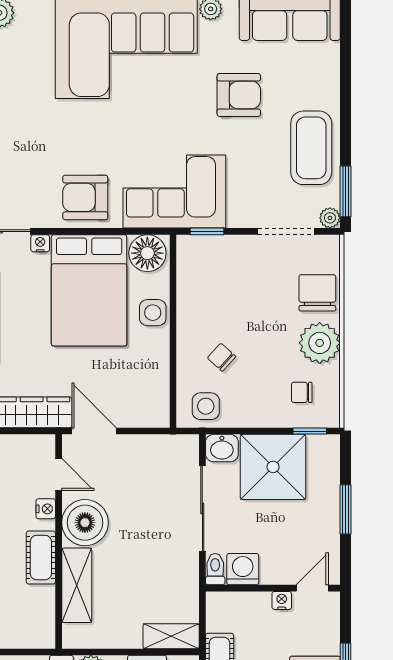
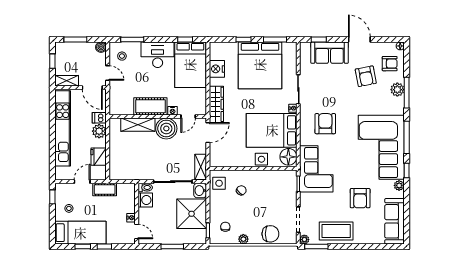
armchair: (85, 197) -> (325, 124), moved
plant: (320, 343) -> (243, 239), width x0.53, depth x0.53
cot: (41, 558) -> (150, 106), width x1.37, depth x1.34
shelving: (171, 636) -> (201, 167), moved

